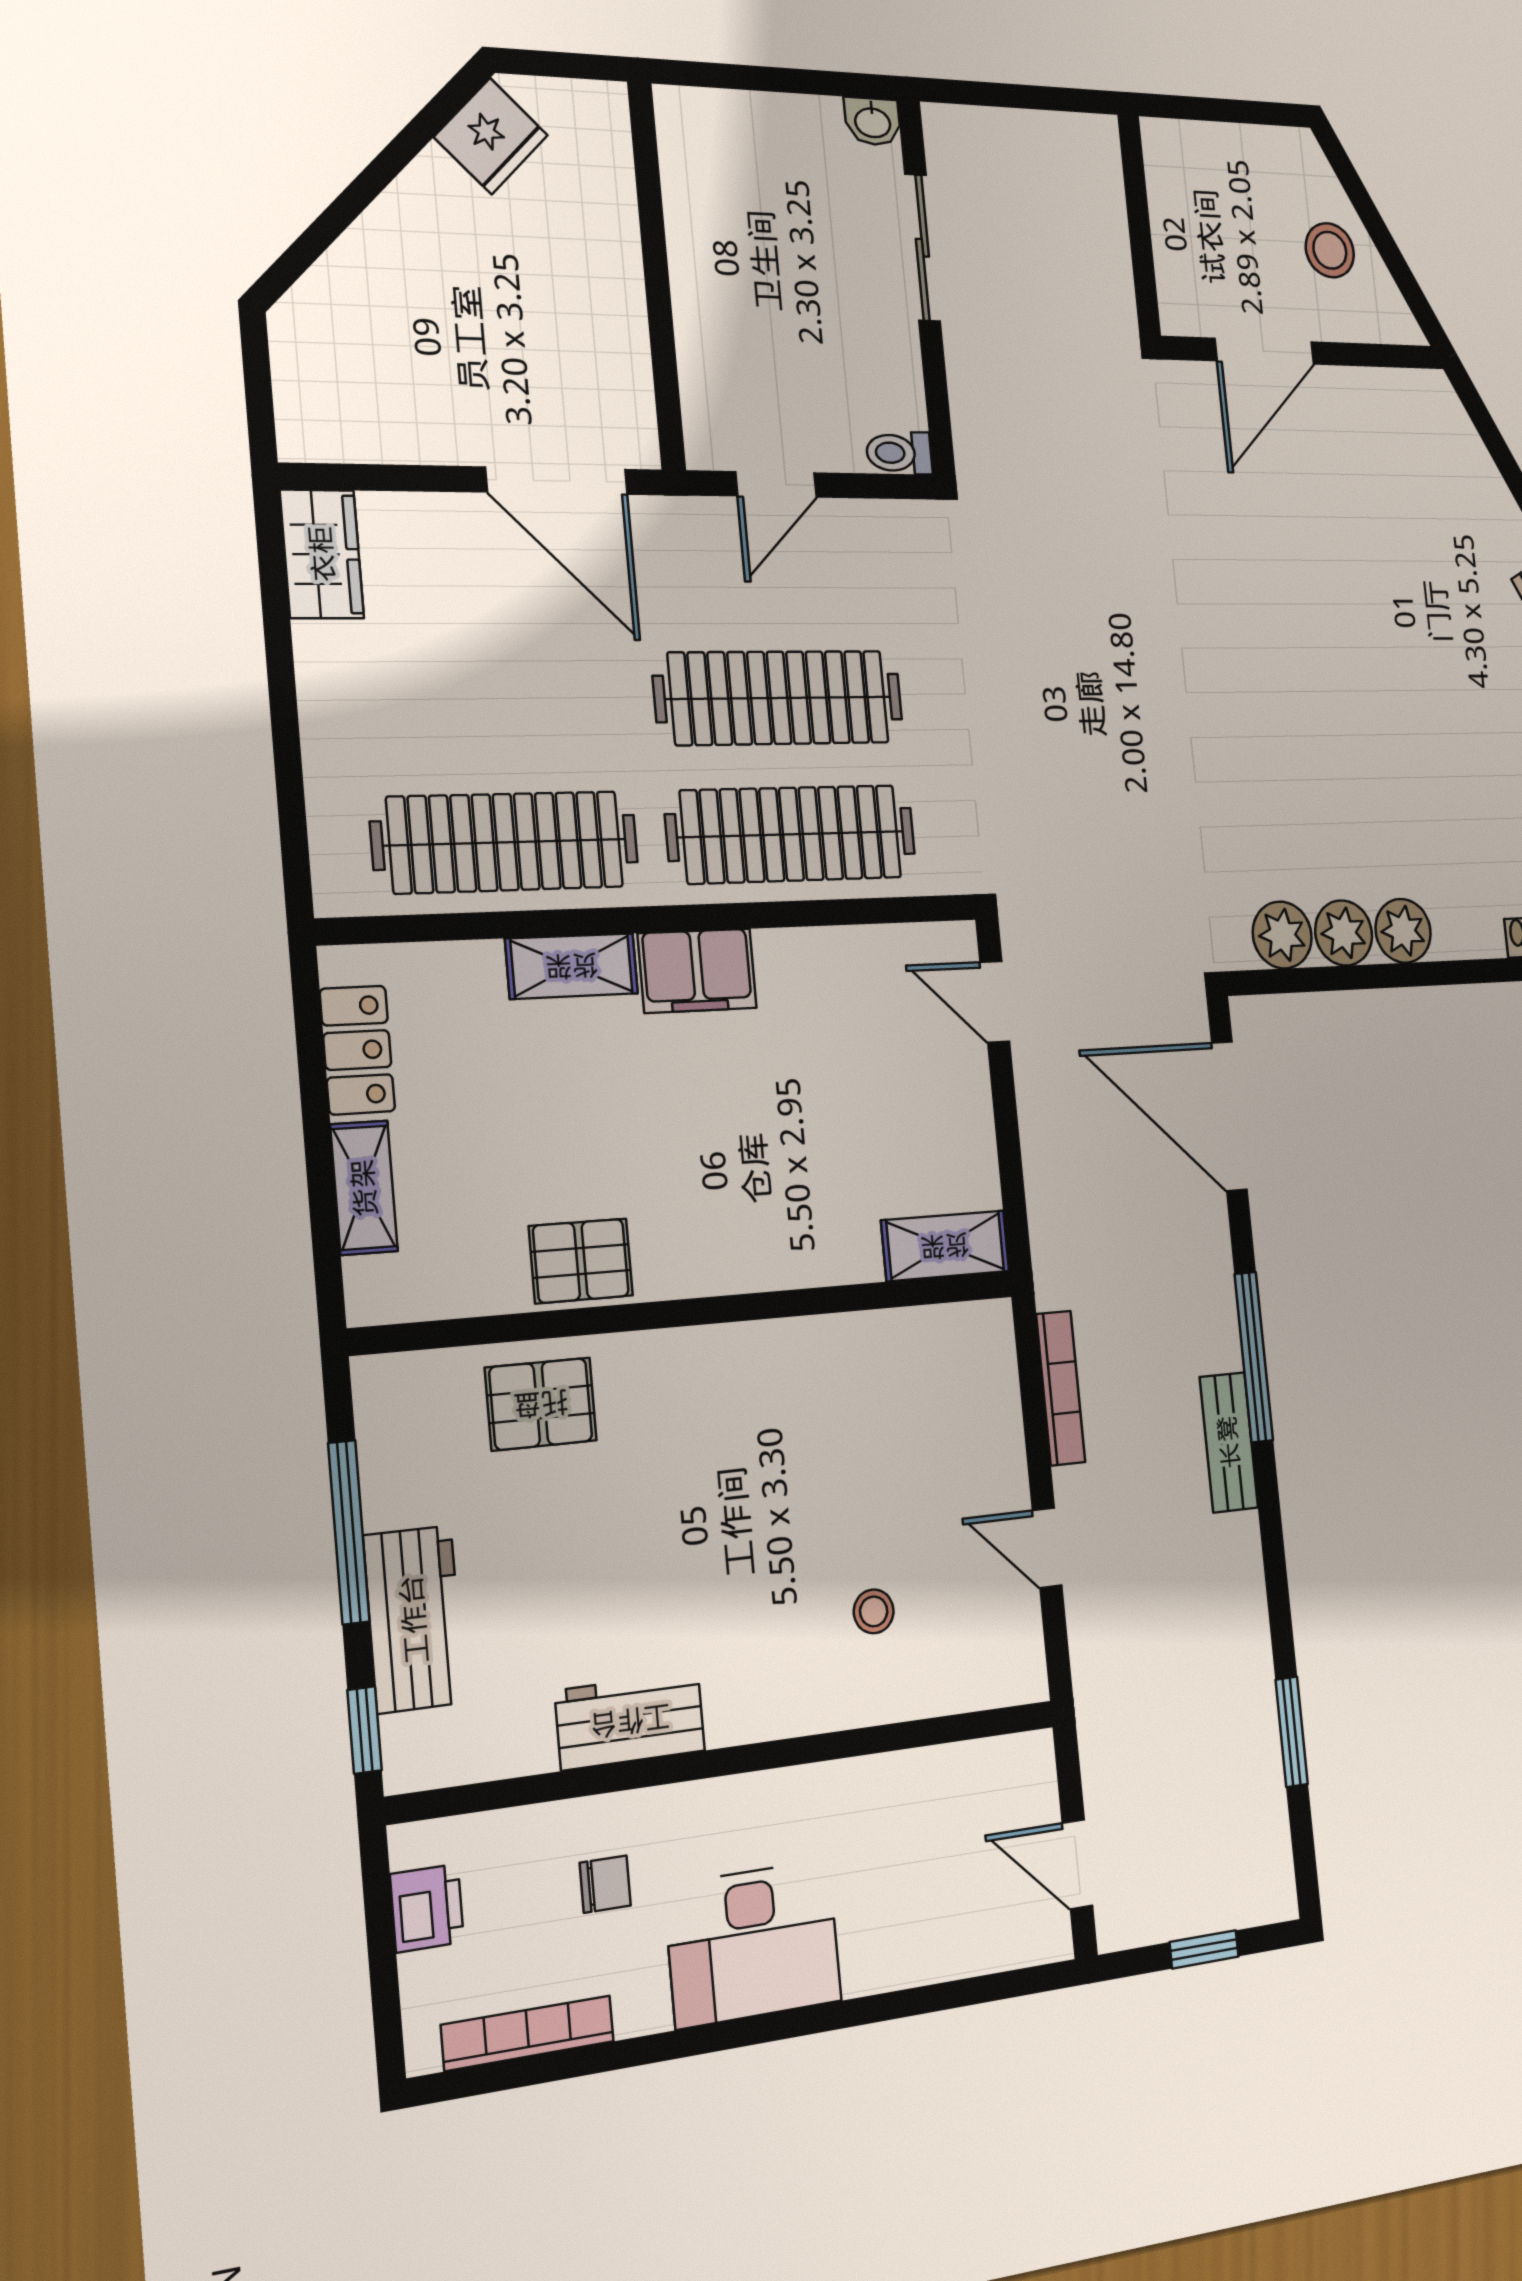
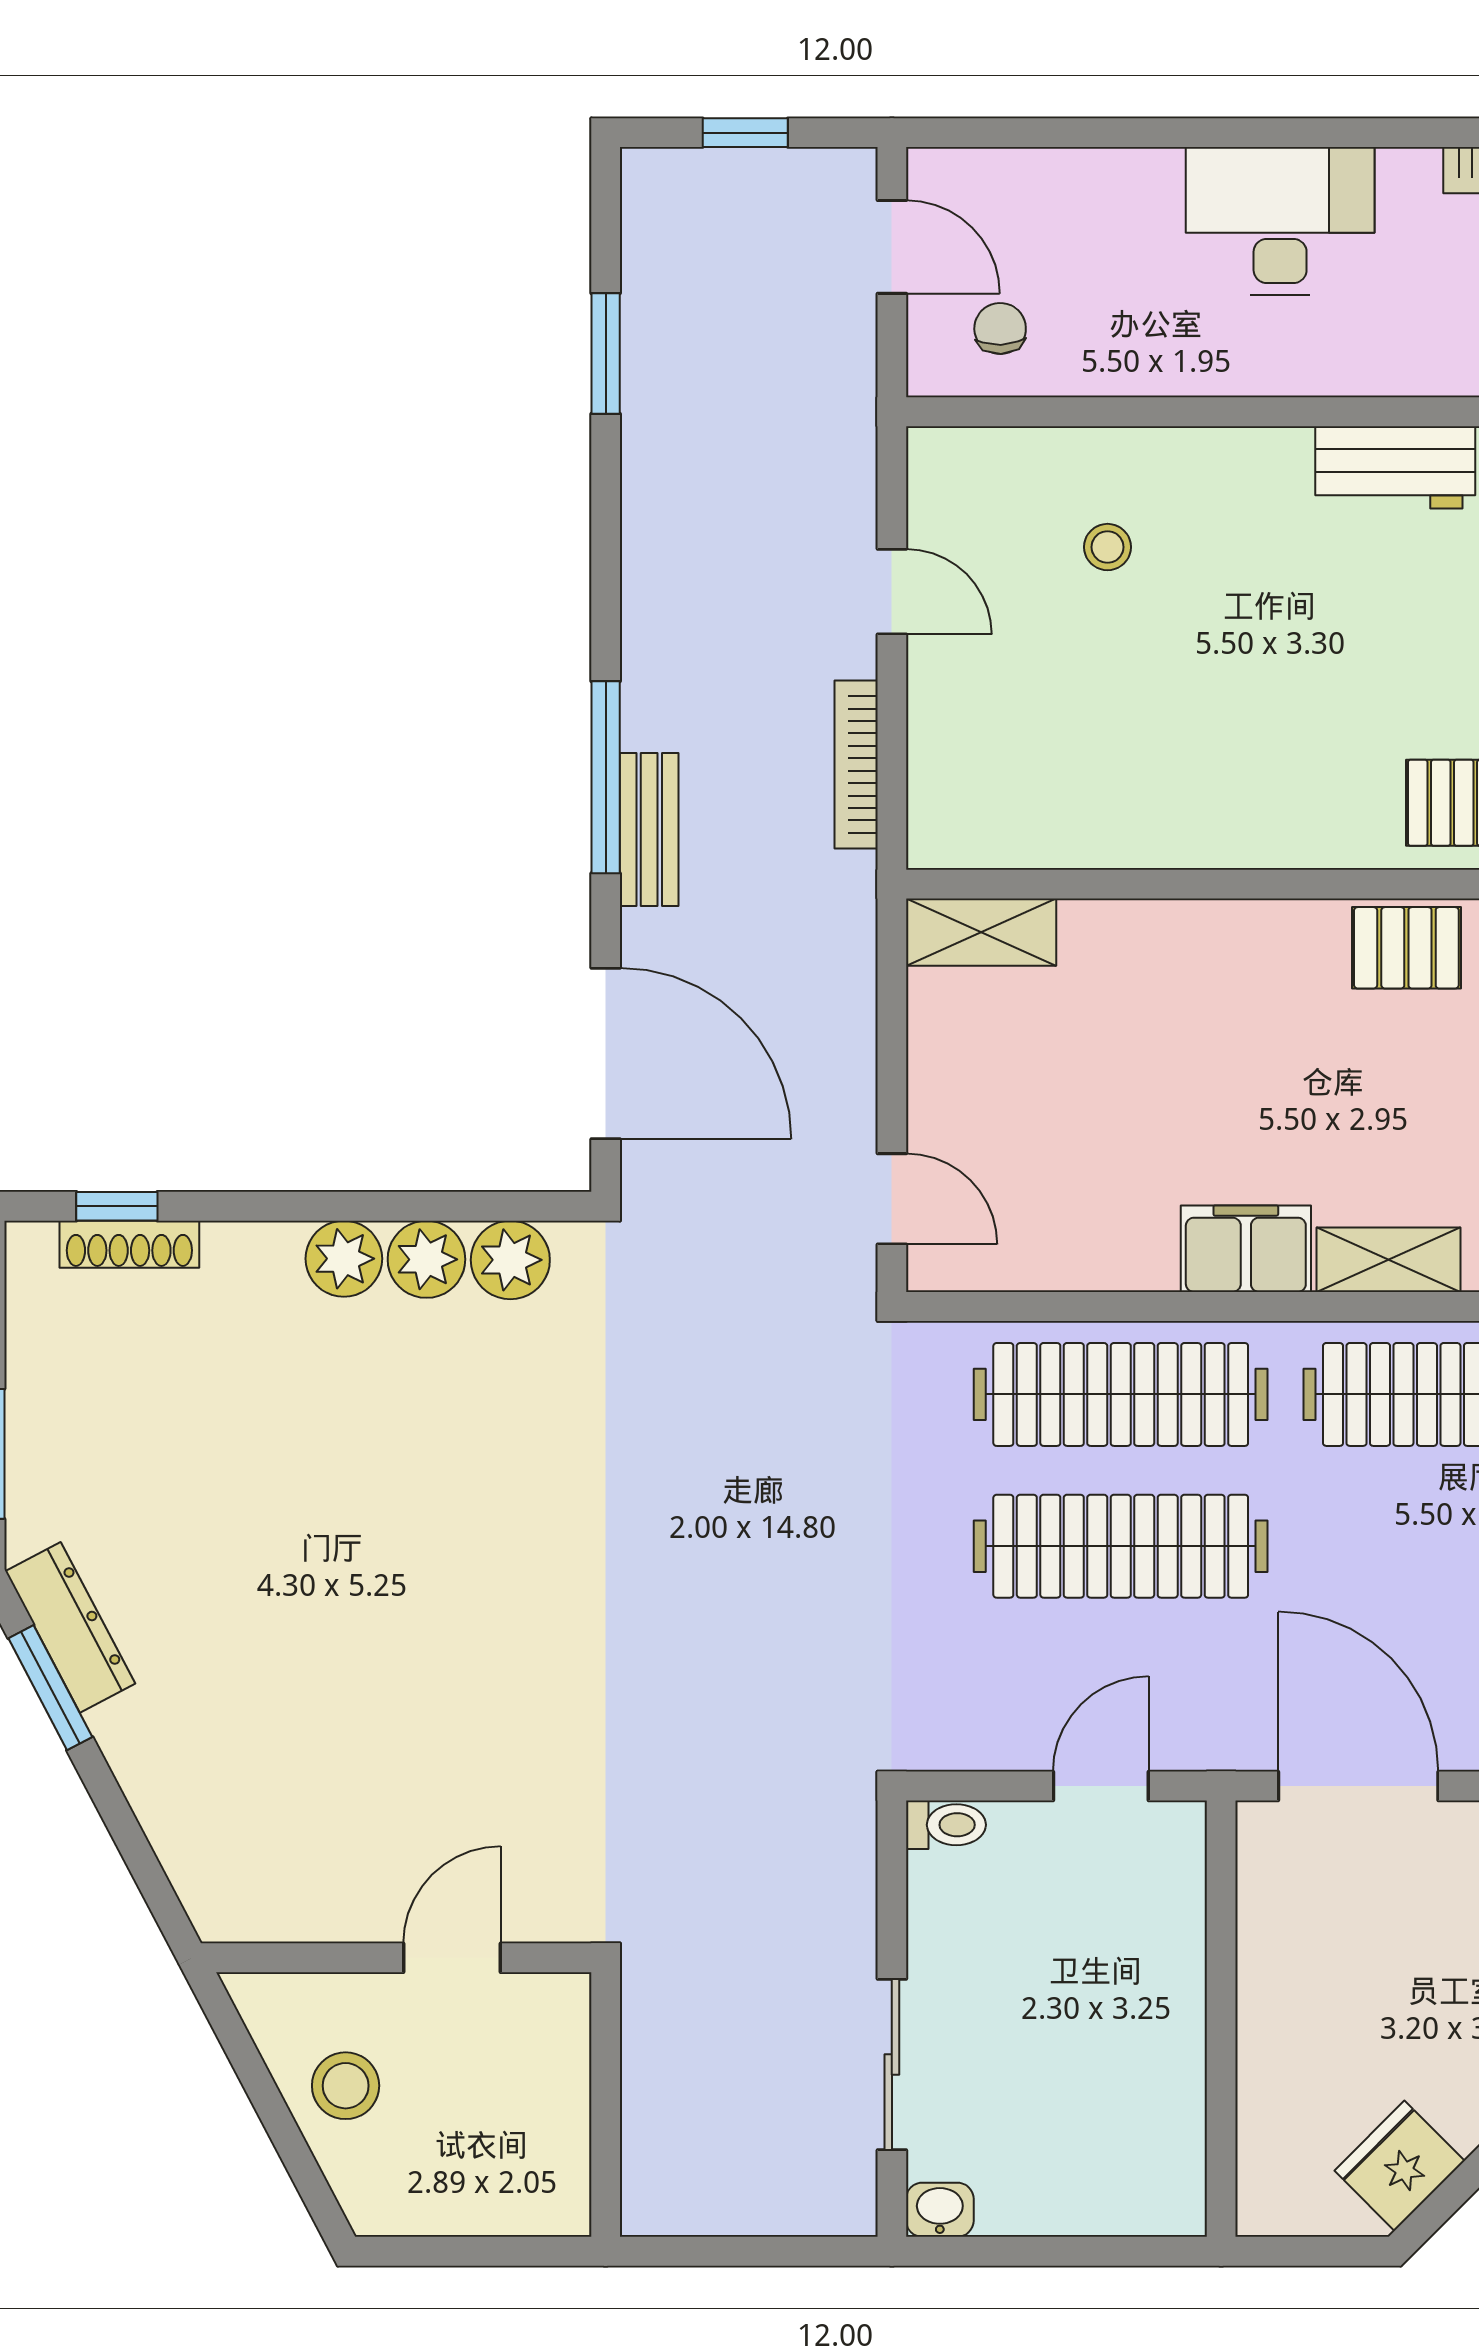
door: (1264, 351) -> (452, 1958), width x0.73
bench: (1229, 1442) -> (649, 830), moved
chair: (605, 1884) -> (1000, 328), moved, turned 88

